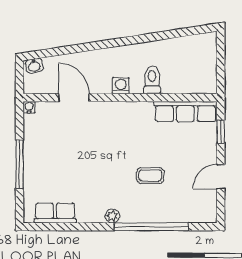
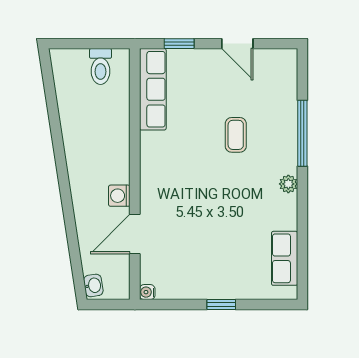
toilet: (152, 80) -> (101, 66), moved, turned -90
washing machine: (121, 86) -> (119, 196), moved
window: (20, 164) -> (221, 305), width x0.46
window: (152, 227) -> (302, 133), width x0.68

